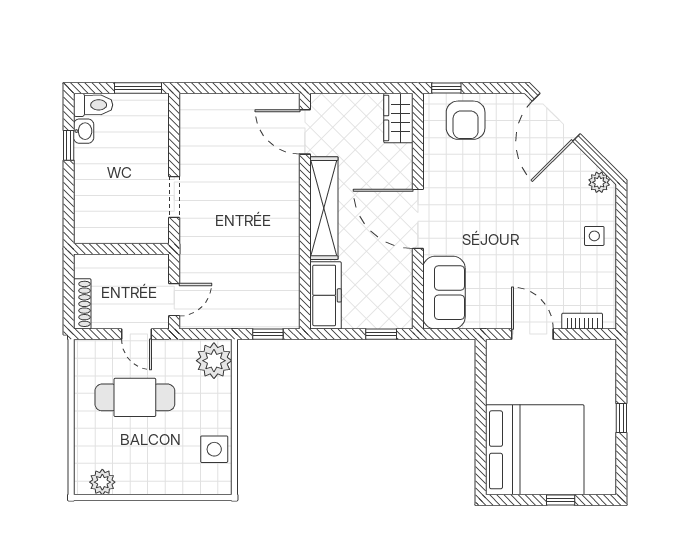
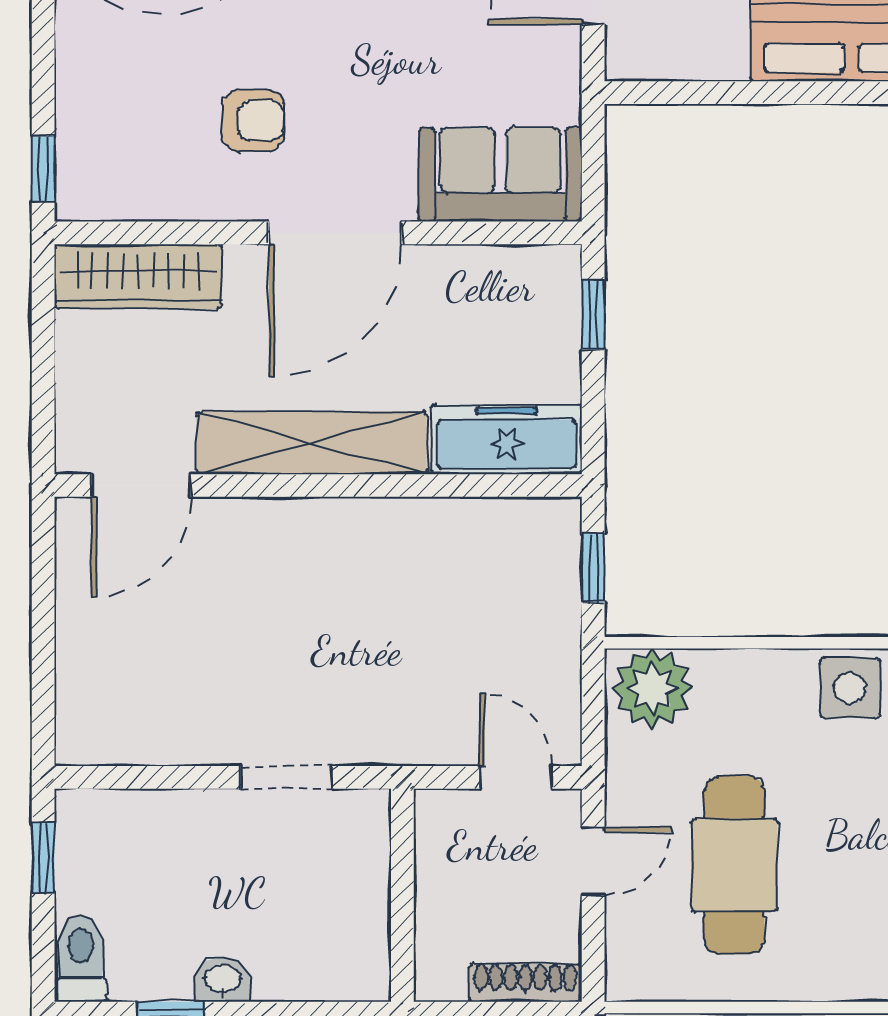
window: (138, 88) -> (43, 858), width x0.67
wardrobe: (398, 118) -> (138, 276), width x1.50
armchair: (466, 120) -> (253, 120), moved, width x0.72, depth x0.72
washbasin: (84, 131) -> (222, 980), moved

